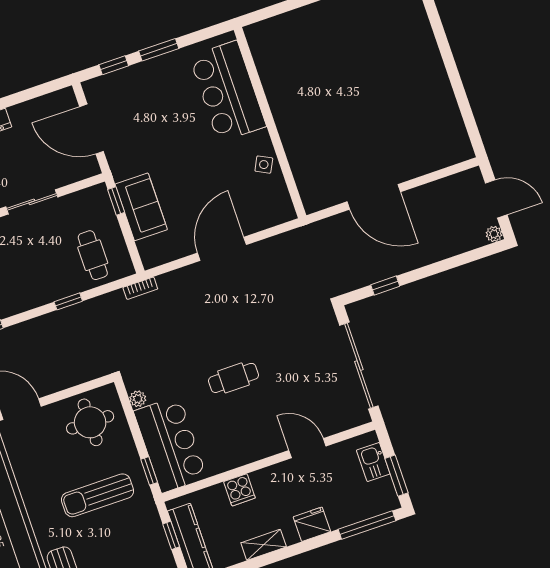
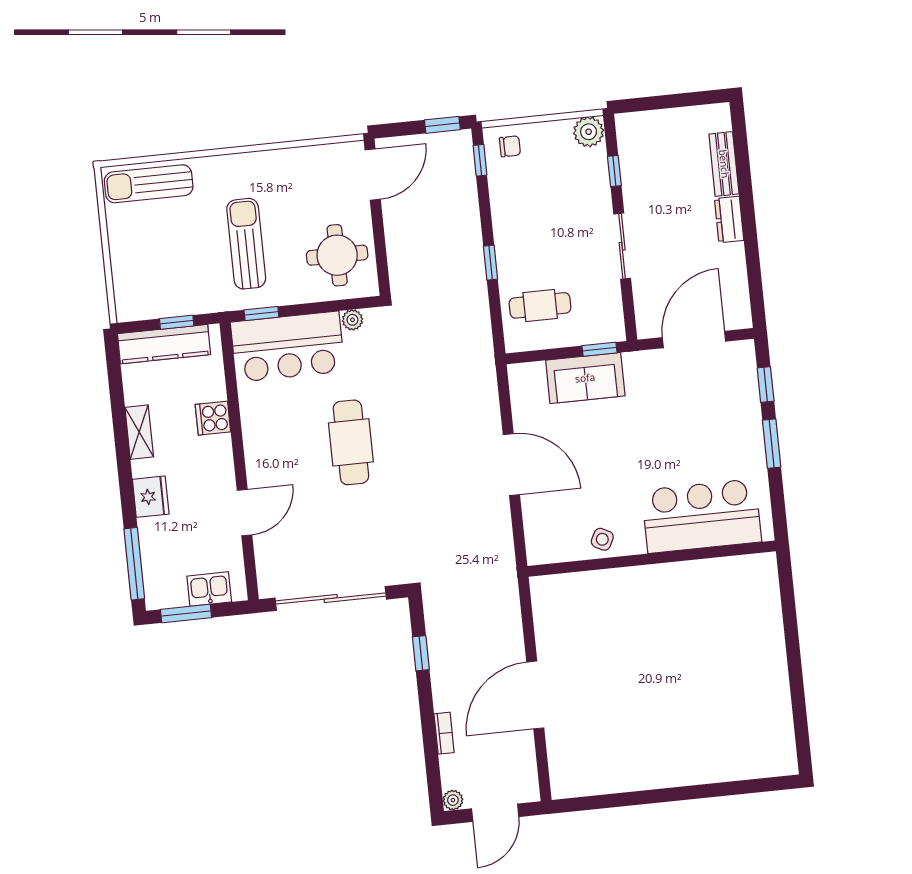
door: (374, 197) -> (535, 695), moved
bookcase: (140, 288) -> (444, 733), moved, turned 180
cafe table: (234, 378) -> (351, 442), width x1.37, depth x1.35

